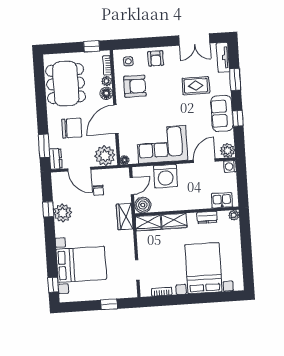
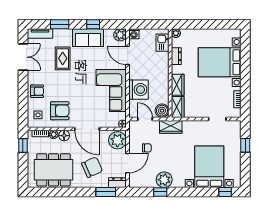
armchair: (135, 86) -> (60, 111), turned 90
chair: (72, 128) -> (92, 167), turned 66

